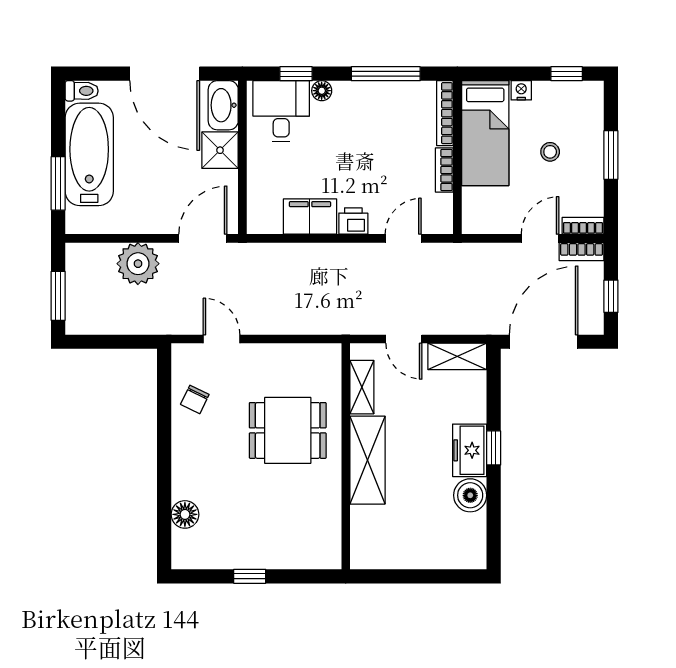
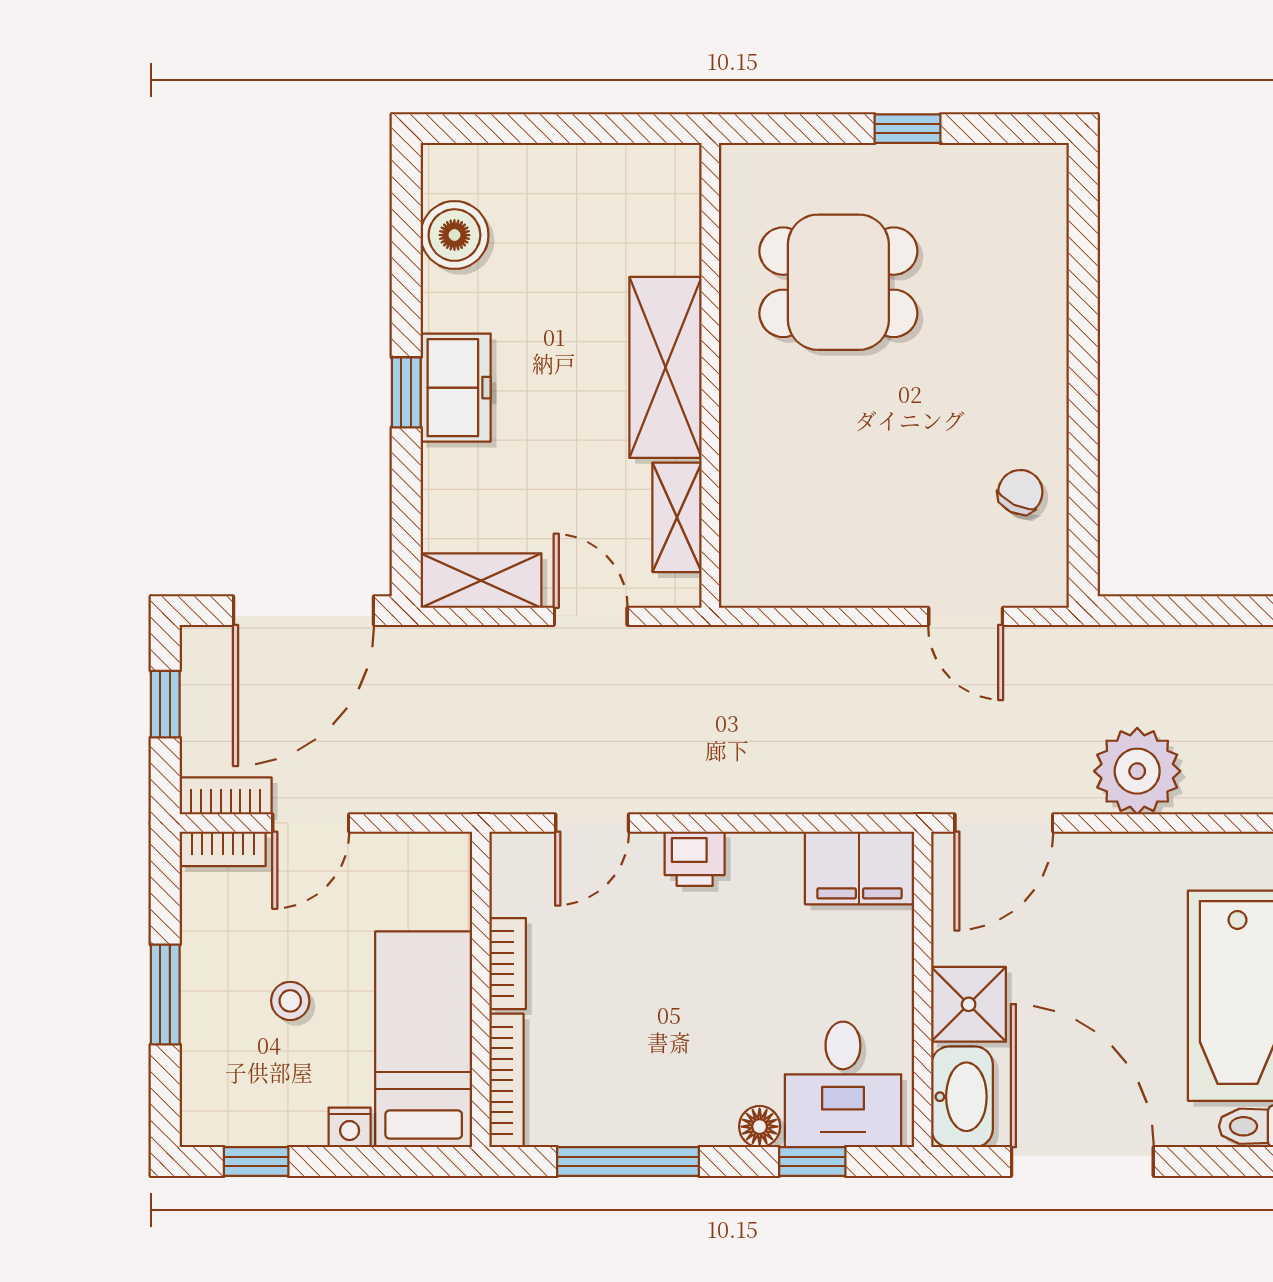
filing cabinet: (310, 217) -> (859, 868), moved
dining table: (288, 430) -> (838, 282), moved
boiler: (470, 495) -> (454, 235), moved
floor lamp: (185, 514) -> (1041, 256), removed

